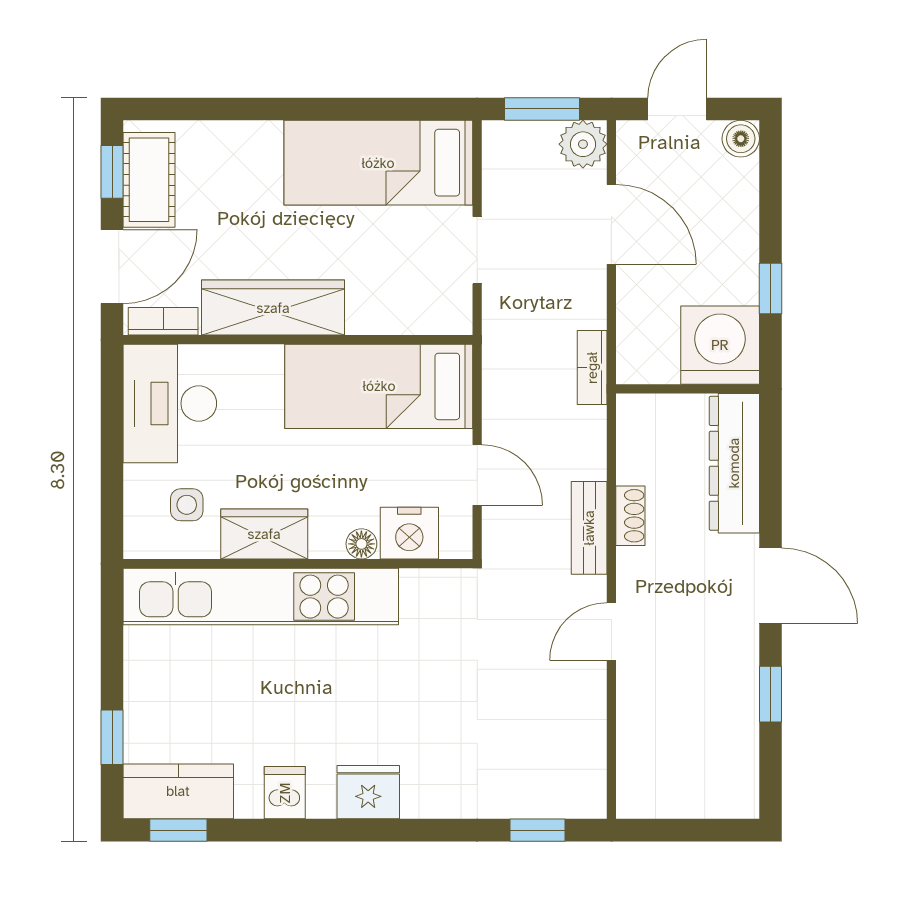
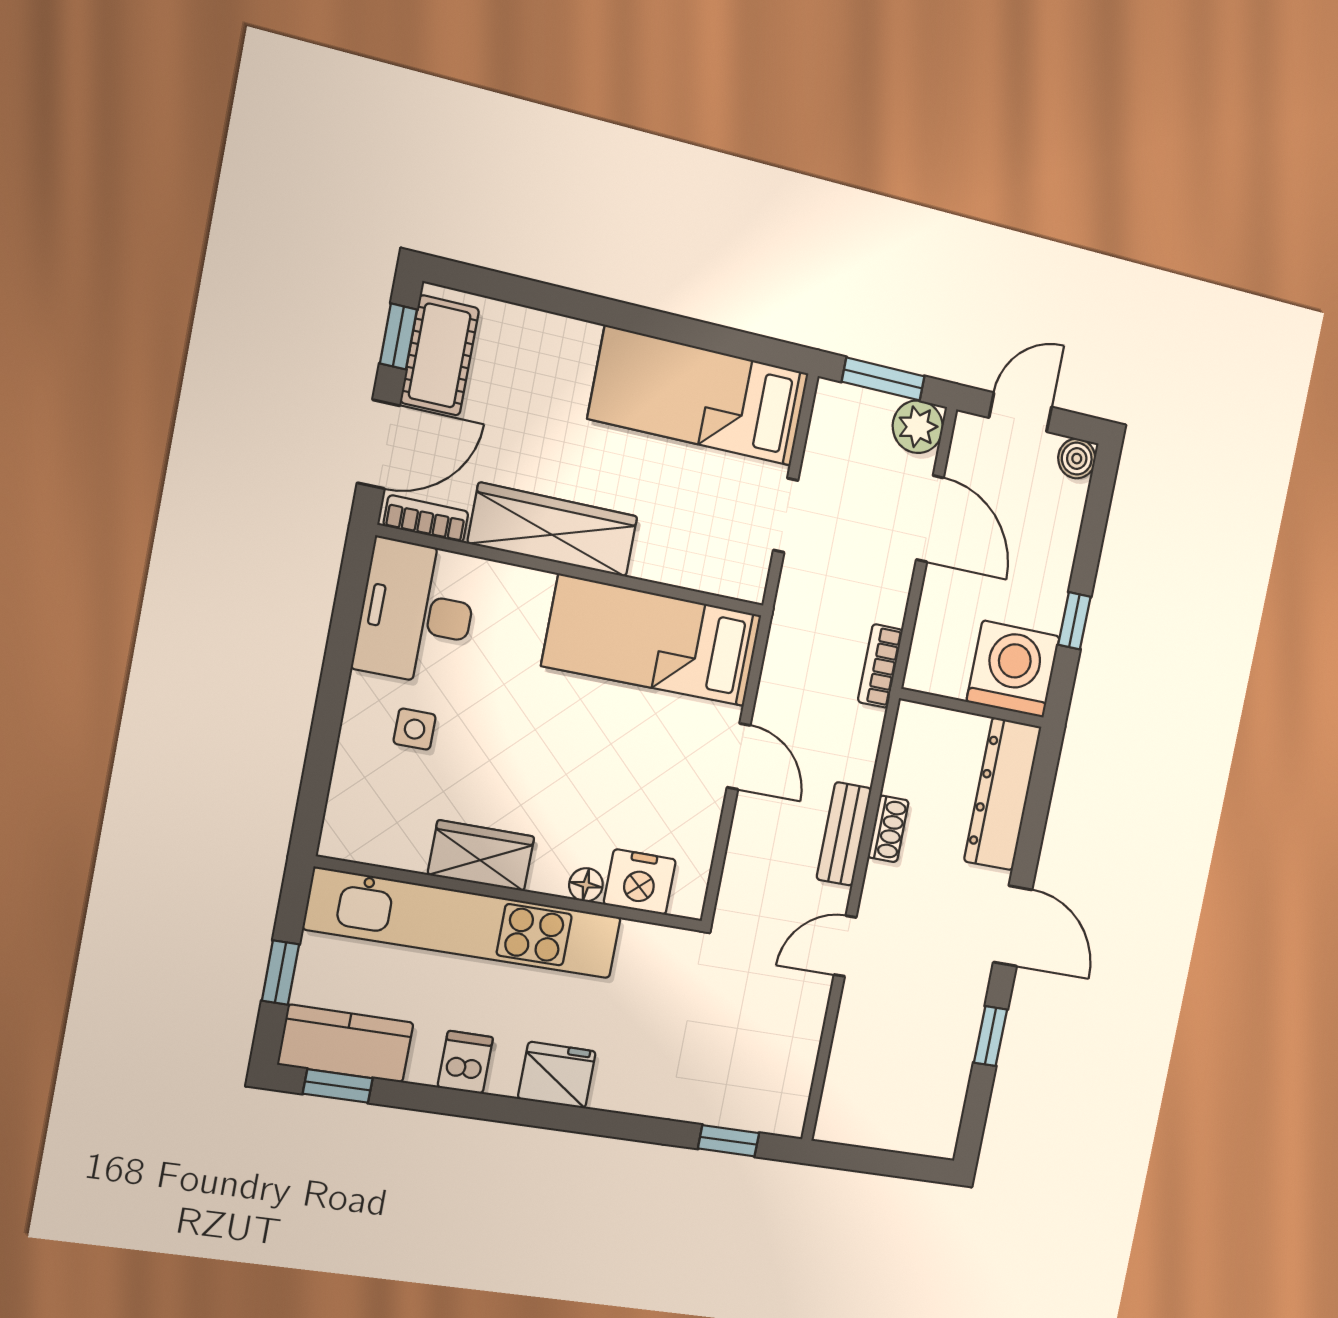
nightstand: (409, 533) -> (640, 882), moved
wardrobe: (264, 534) -> (481, 856), moved
floor lamp: (361, 544) -> (586, 885), moved
wall: (298, 564) -> (512, 894), moved
kitchen unit: (261, 597) -> (464, 923), moved

